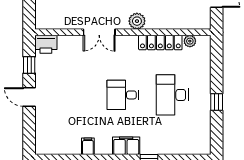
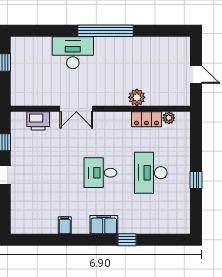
plant: (137, 21) -> (137, 97), moved
locker: (160, 42) -> (147, 119), width x0.66
printer: (46, 44) -> (38, 121), moved

